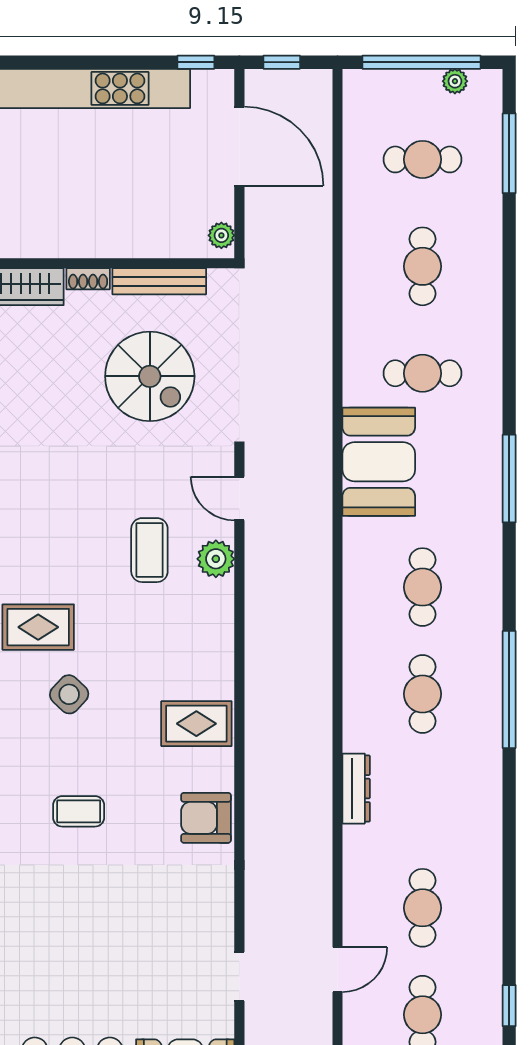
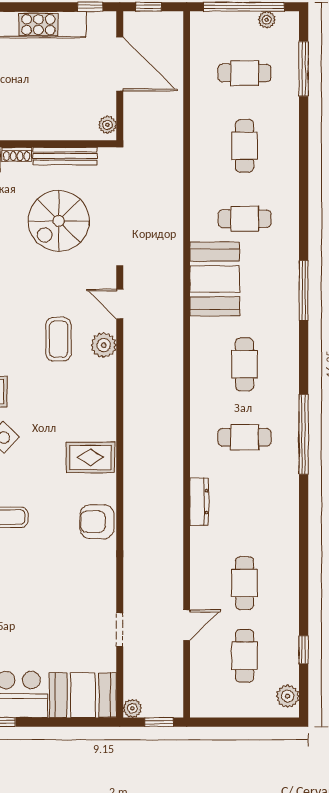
spiral stairs: (150, 376) -> (59, 221), turned 90
cafe table: (423, 694) -> (245, 437), turned 90

